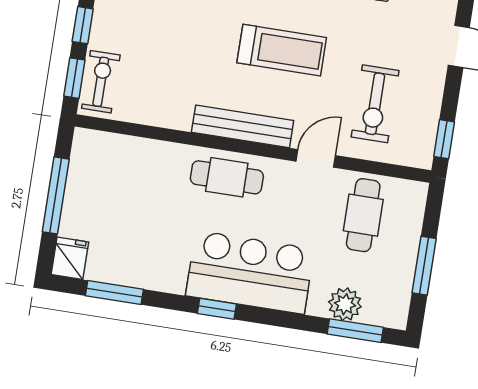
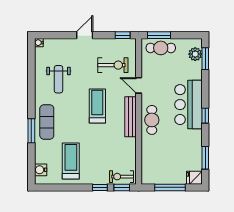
cafe table: (363, 215) -> (161, 48), moved
window: (424, 266) -> (159, 35), moved
plant: (345, 304) -> (195, 54), moved

